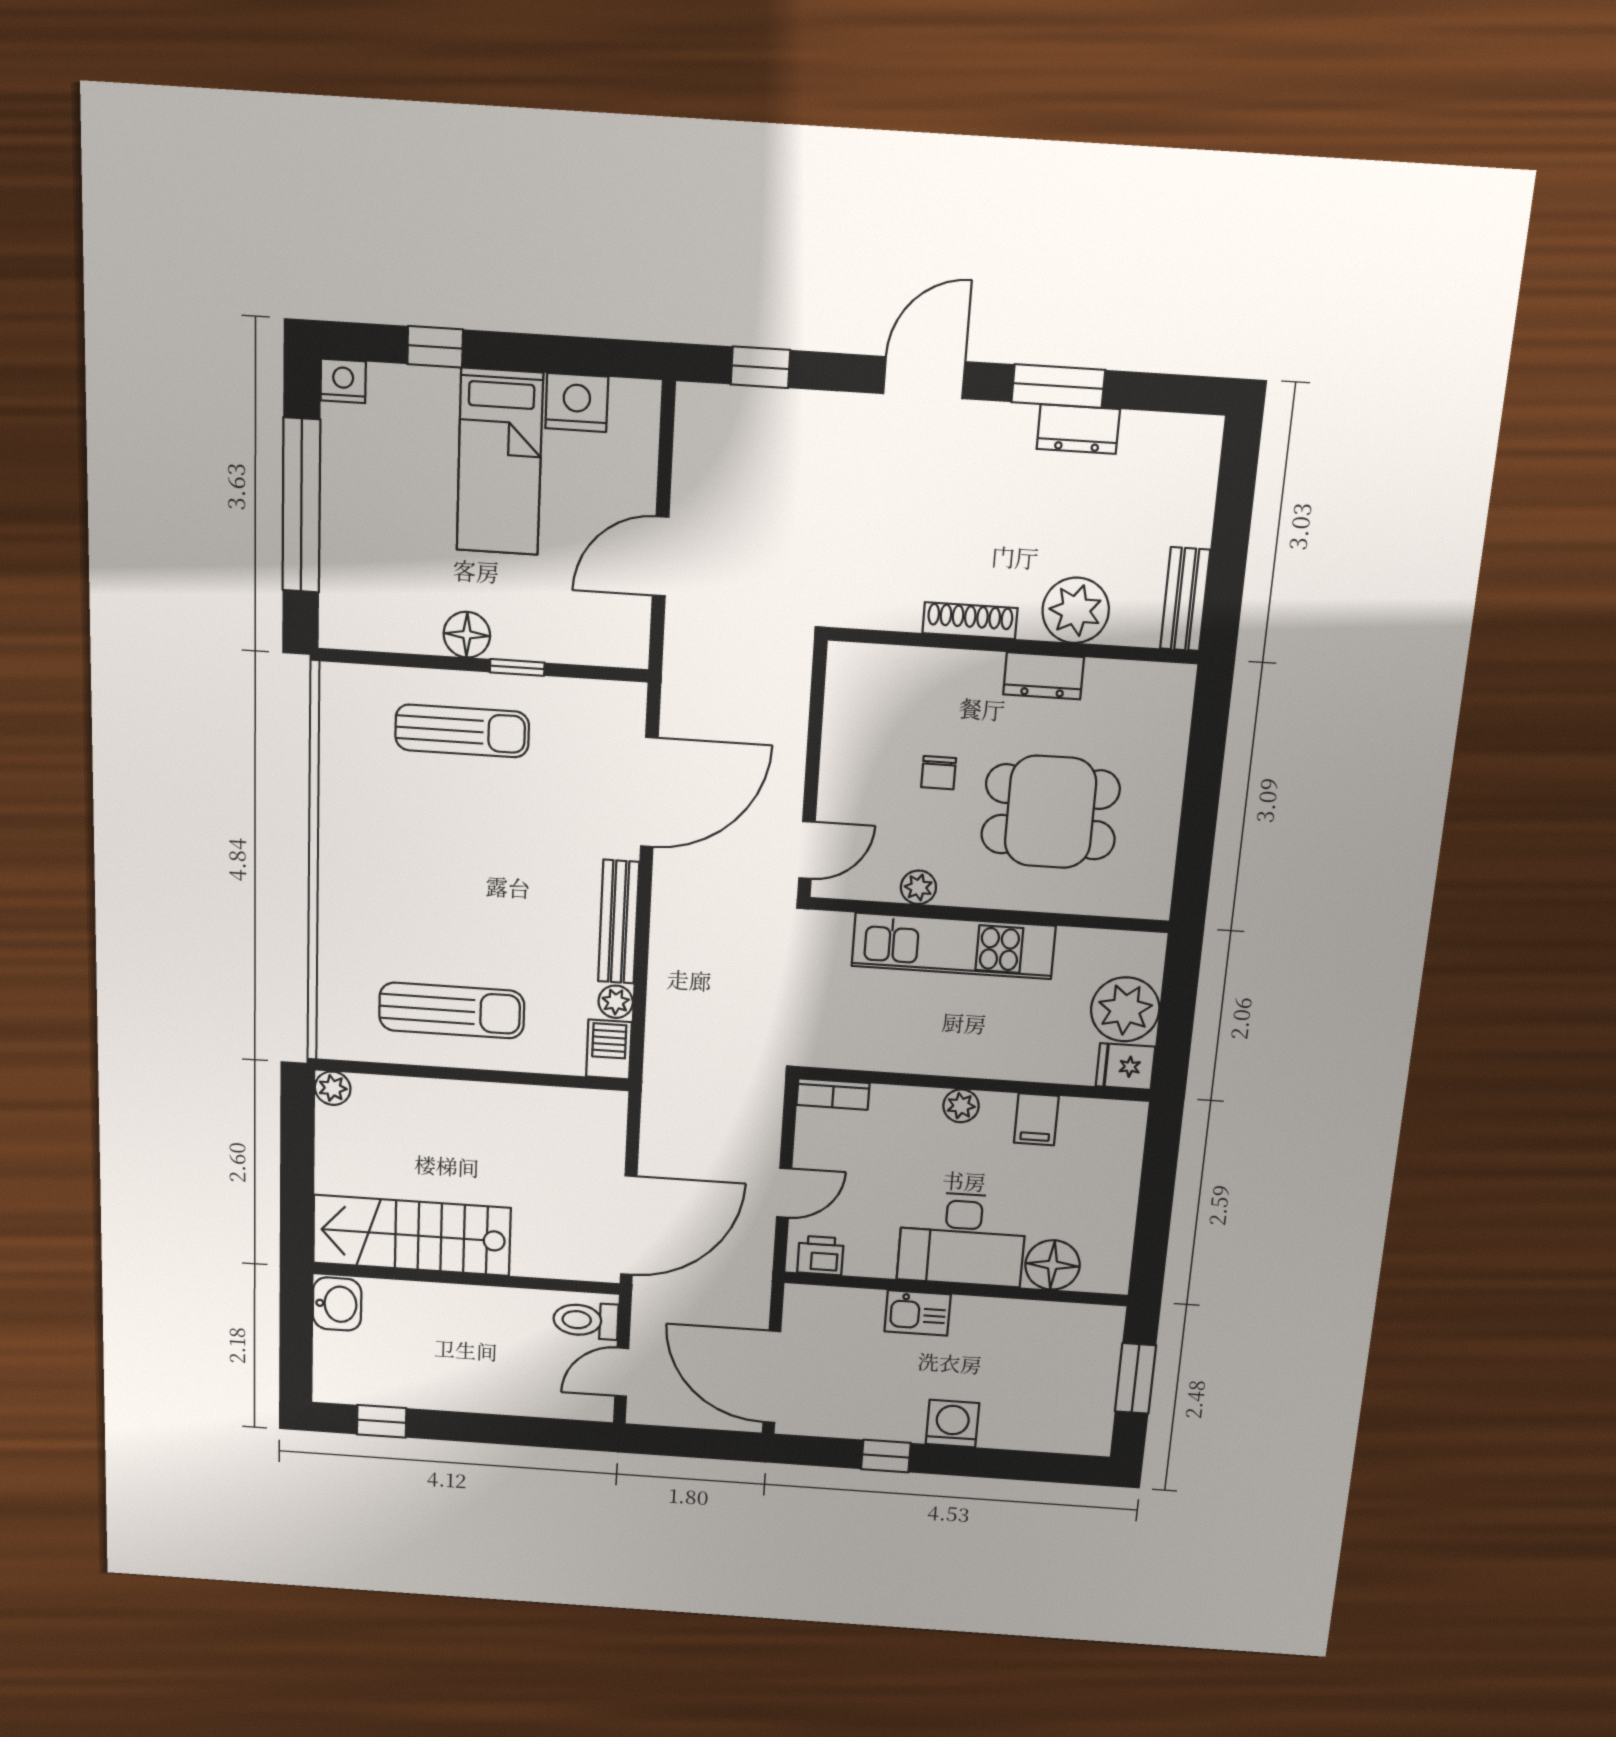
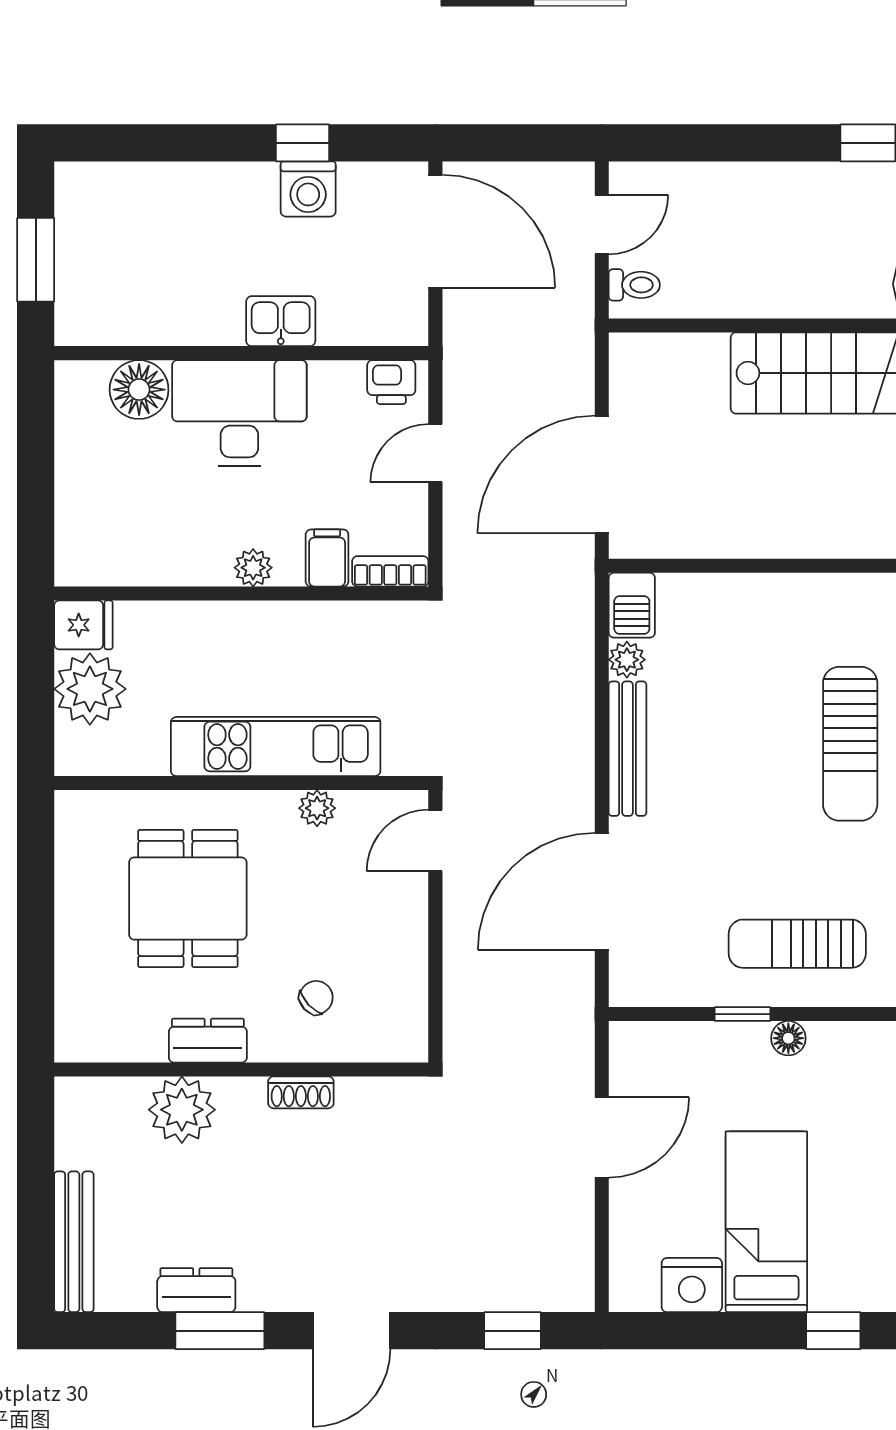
bench: (1185, 599) -> (74, 1242), moved, width x1.36
shoe rack: (970, 621) -> (301, 1092), width x0.70
floor lamp: (467, 635) -> (788, 1038), width x0.73, depth x0.73
chair: (939, 773) -> (316, 998), moved, turned 47
dining table: (1050, 812) -> (188, 899), turned 90
sun lounger: (452, 1011) -> (850, 744), moved, turned -90
filing cabinet: (1036, 1119) -> (327, 558), moved
door: (629, 1225) -> (602, 474), moved
toilet: (586, 1320) -> (634, 285), width x0.73, depth x0.72
washing machine: (952, 1424) -> (308, 189), moved

